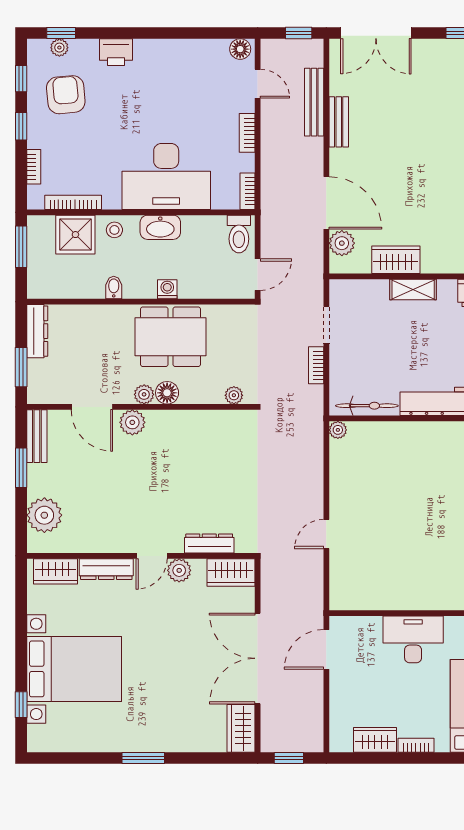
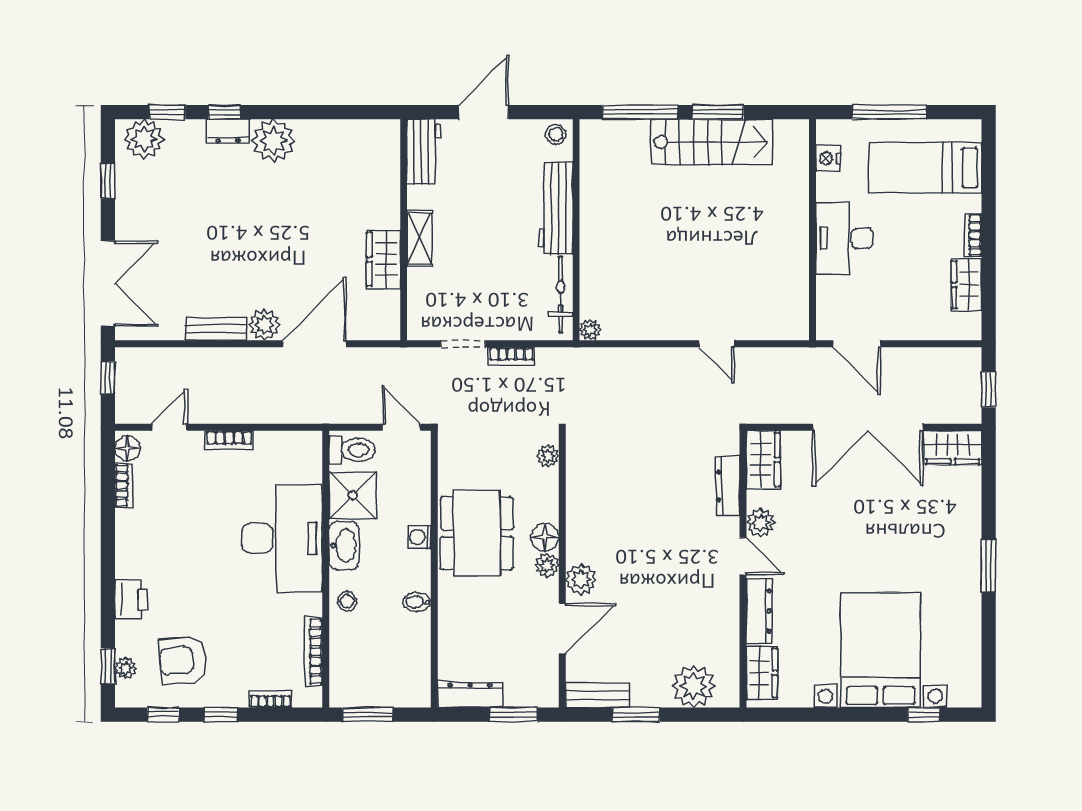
bench: (314, 102) -> (192, 359), removed
bookcase: (248, 191) -> (124, 486), moved, turned -90
shower: (75, 235) -> (353, 495), moved
plant: (342, 243) -> (264, 325), moved

